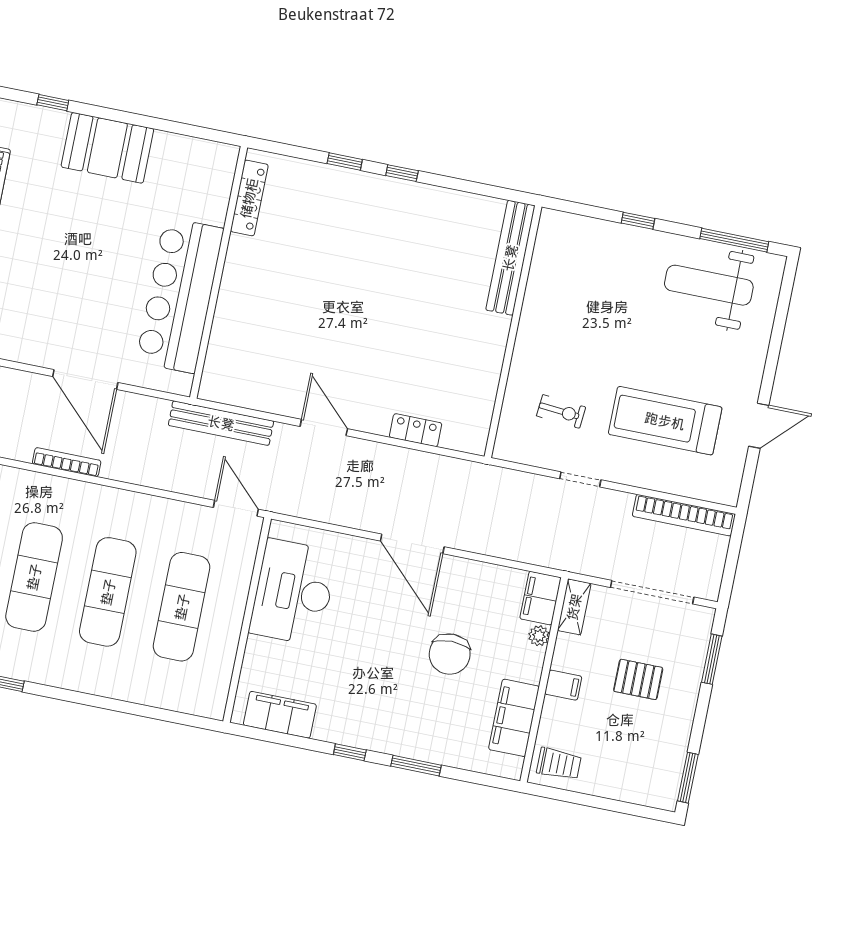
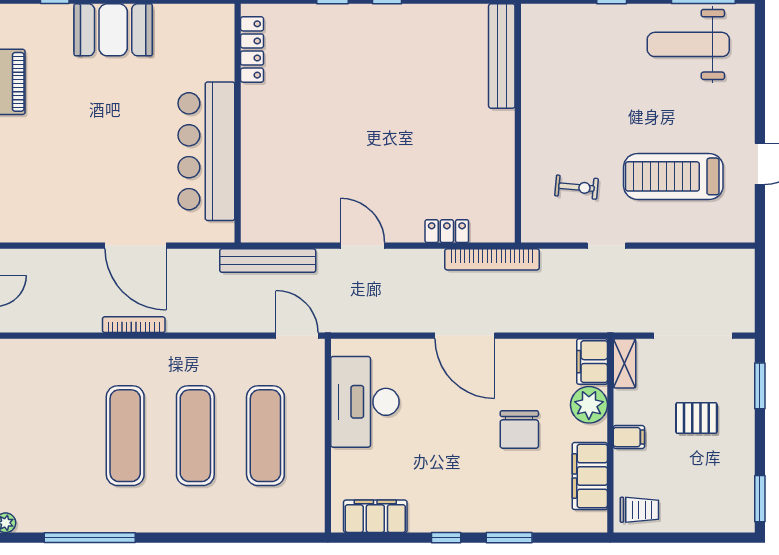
bookcase: (684, 515) -> (492, 259), moved
plant: (539, 636) -> (589, 405), width x1.88, depth x1.88

